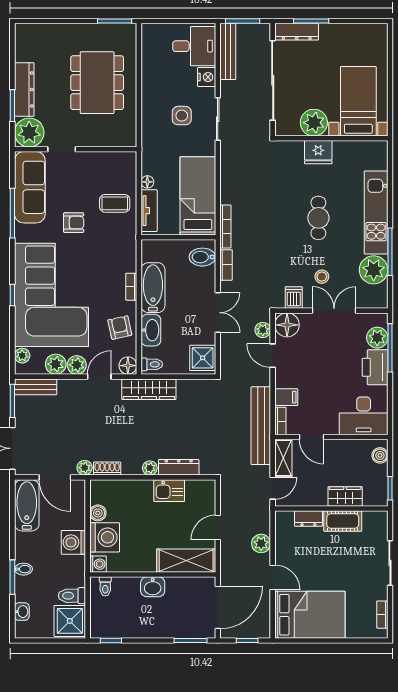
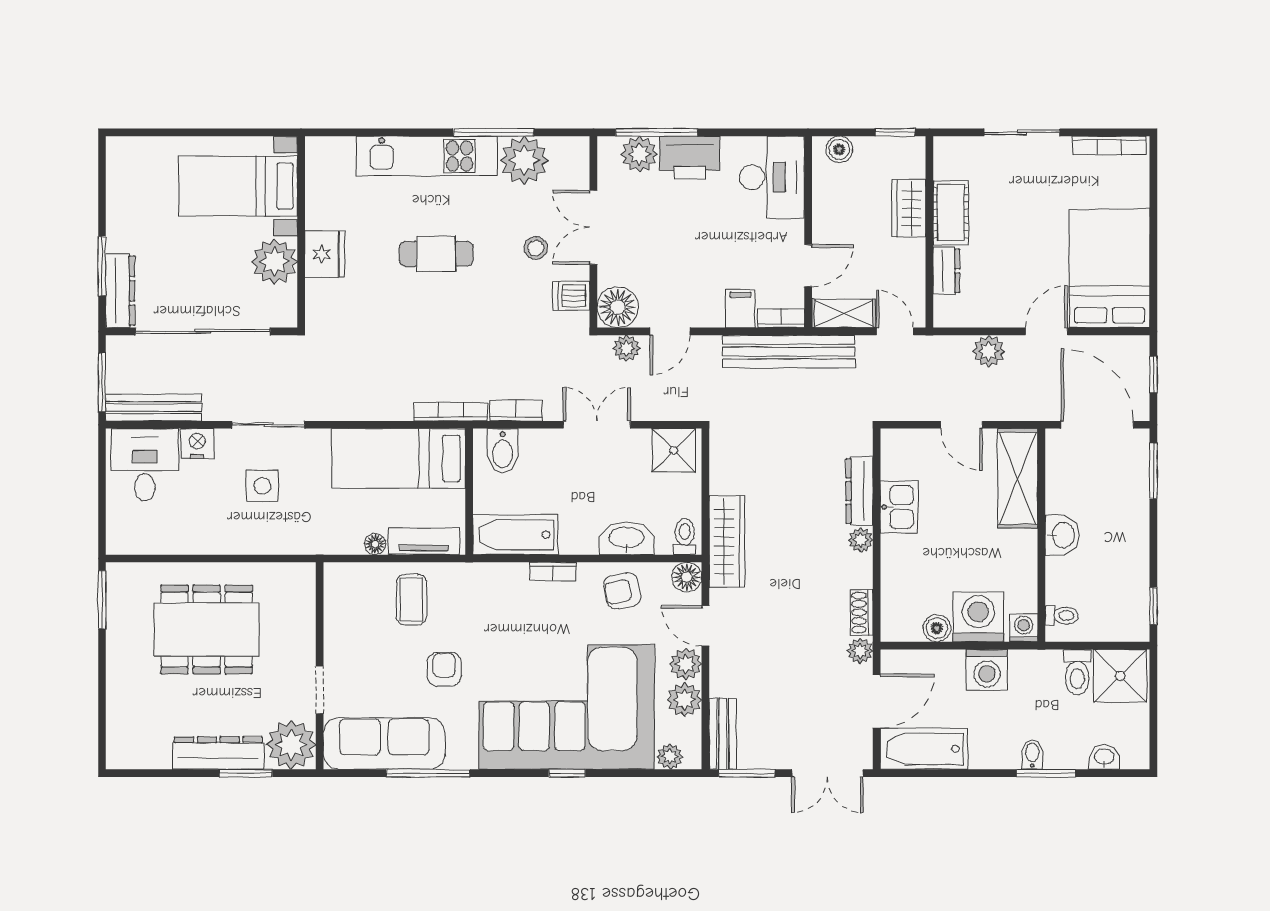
bathtub: (153, 288) -> (515, 535), moved
bookcase: (382, 615) -> (1109, 145), width x1.56

